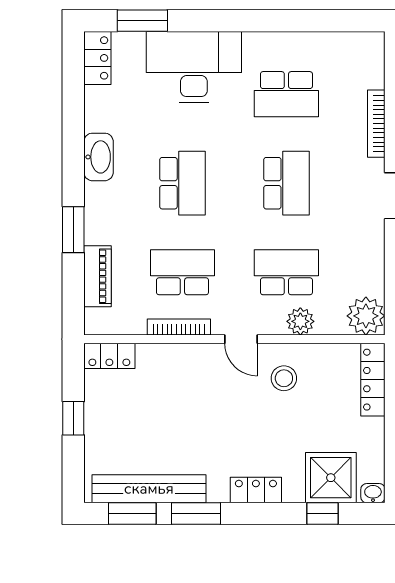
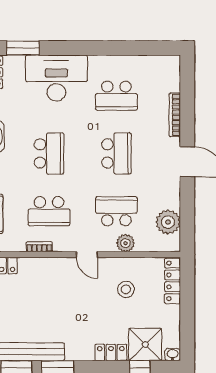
school desk: (182, 272) -> (49, 211), turned 180
plant: (366, 316) -> (168, 222), moved
bookcase: (179, 327) -> (39, 247), width x0.64
stool: (284, 378) -> (126, 289), moved
locker: (256, 490) -> (111, 353), moved

